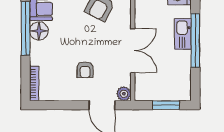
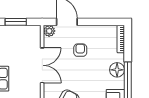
floor lamp: (39, 31) -> (117, 70), moved
double door: (133, 51) -> (42, 65), swing flipped

